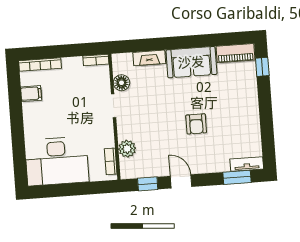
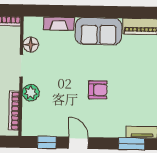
armchair: (196, 124) -> (98, 90), turned -90
plant: (127, 149) -> (31, 93), moved
bookcase: (111, 161) -> (14, 111), width x1.56

